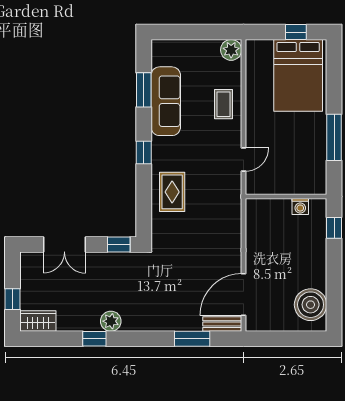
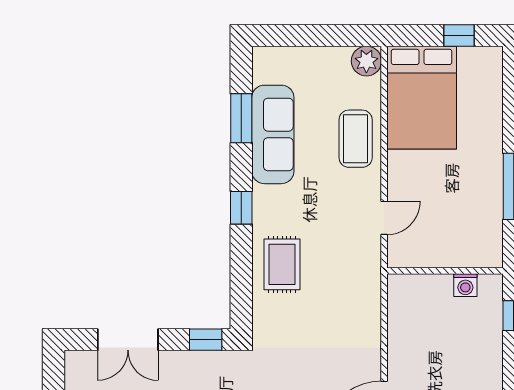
bed: (298, 75) -> (422, 98), moved
coffee table: (224, 104) -> (356, 139), width x1.36, depth x1.30

